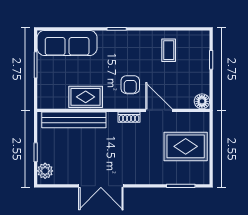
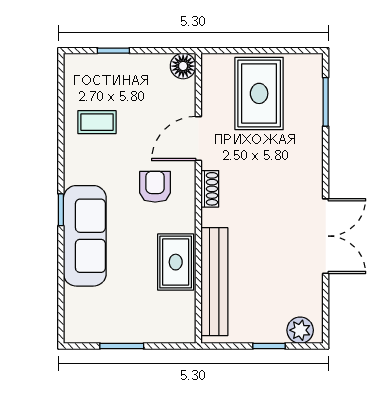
sofa: (67, 43) -> (85, 236), moved
armchair: (130, 85) -> (155, 187), turned -90

